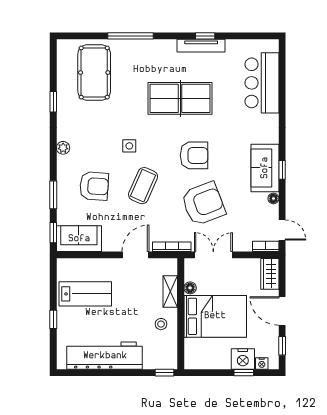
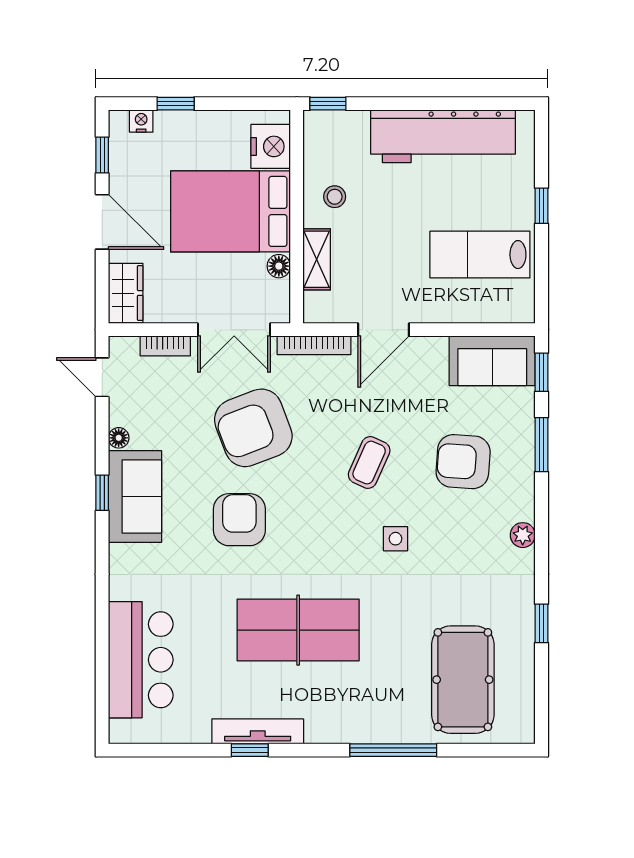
armchair: (194, 155) -> (239, 520), moved, turned 90
coffee table: (143, 186) -> (369, 463), width x0.73, depth x0.77
bookcase: (266, 246) -> (165, 346), moved
nightstand: (243, 359) -> (271, 146), moved, turned 90

